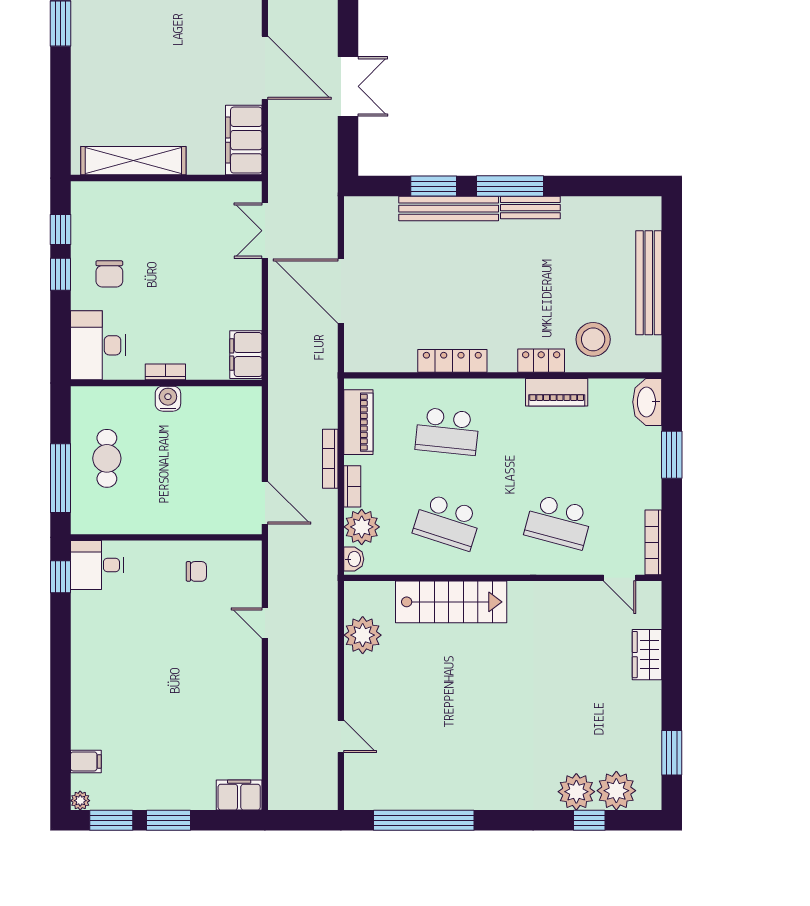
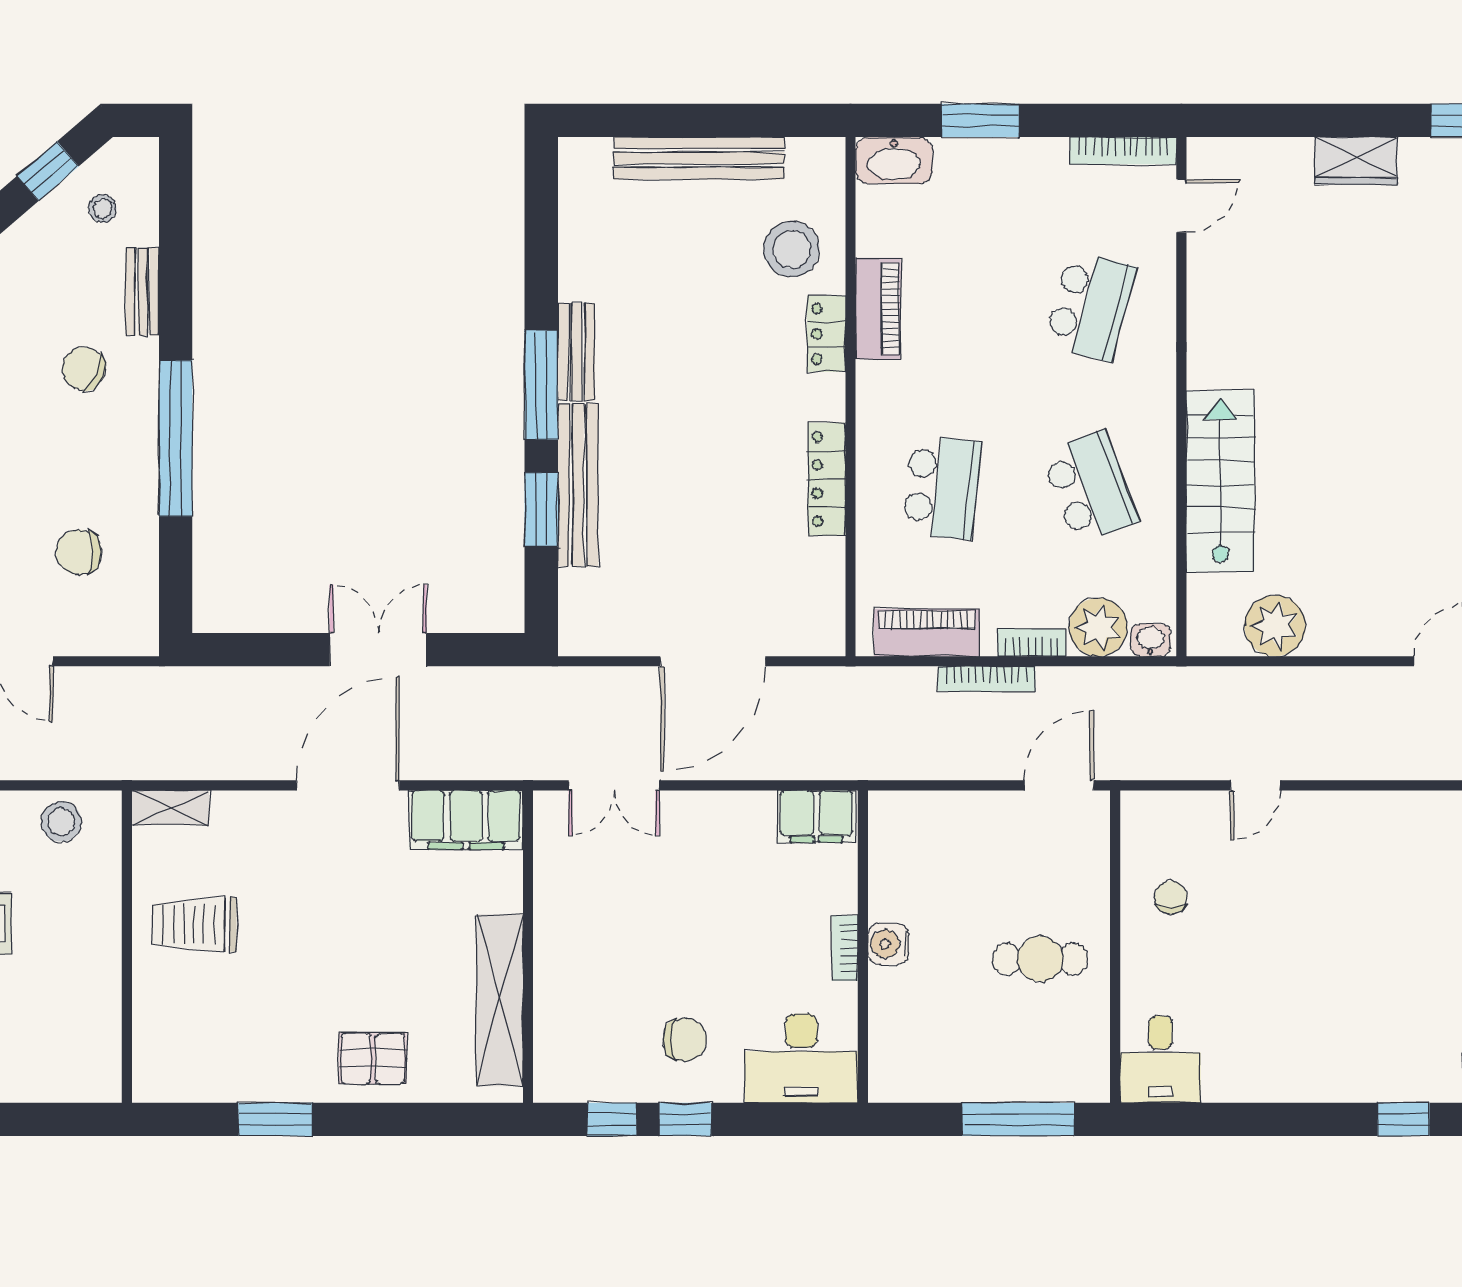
pallet: (98, 83) -> (373, 1058), added
cafe table: (107, 458) -> (1040, 959), moved
school desk: (447, 522) -> (1090, 487), turned -39
window: (60, 577) -> (1403, 1119), moved
wardrobe: (647, 655) -> (1356, 161), moved

